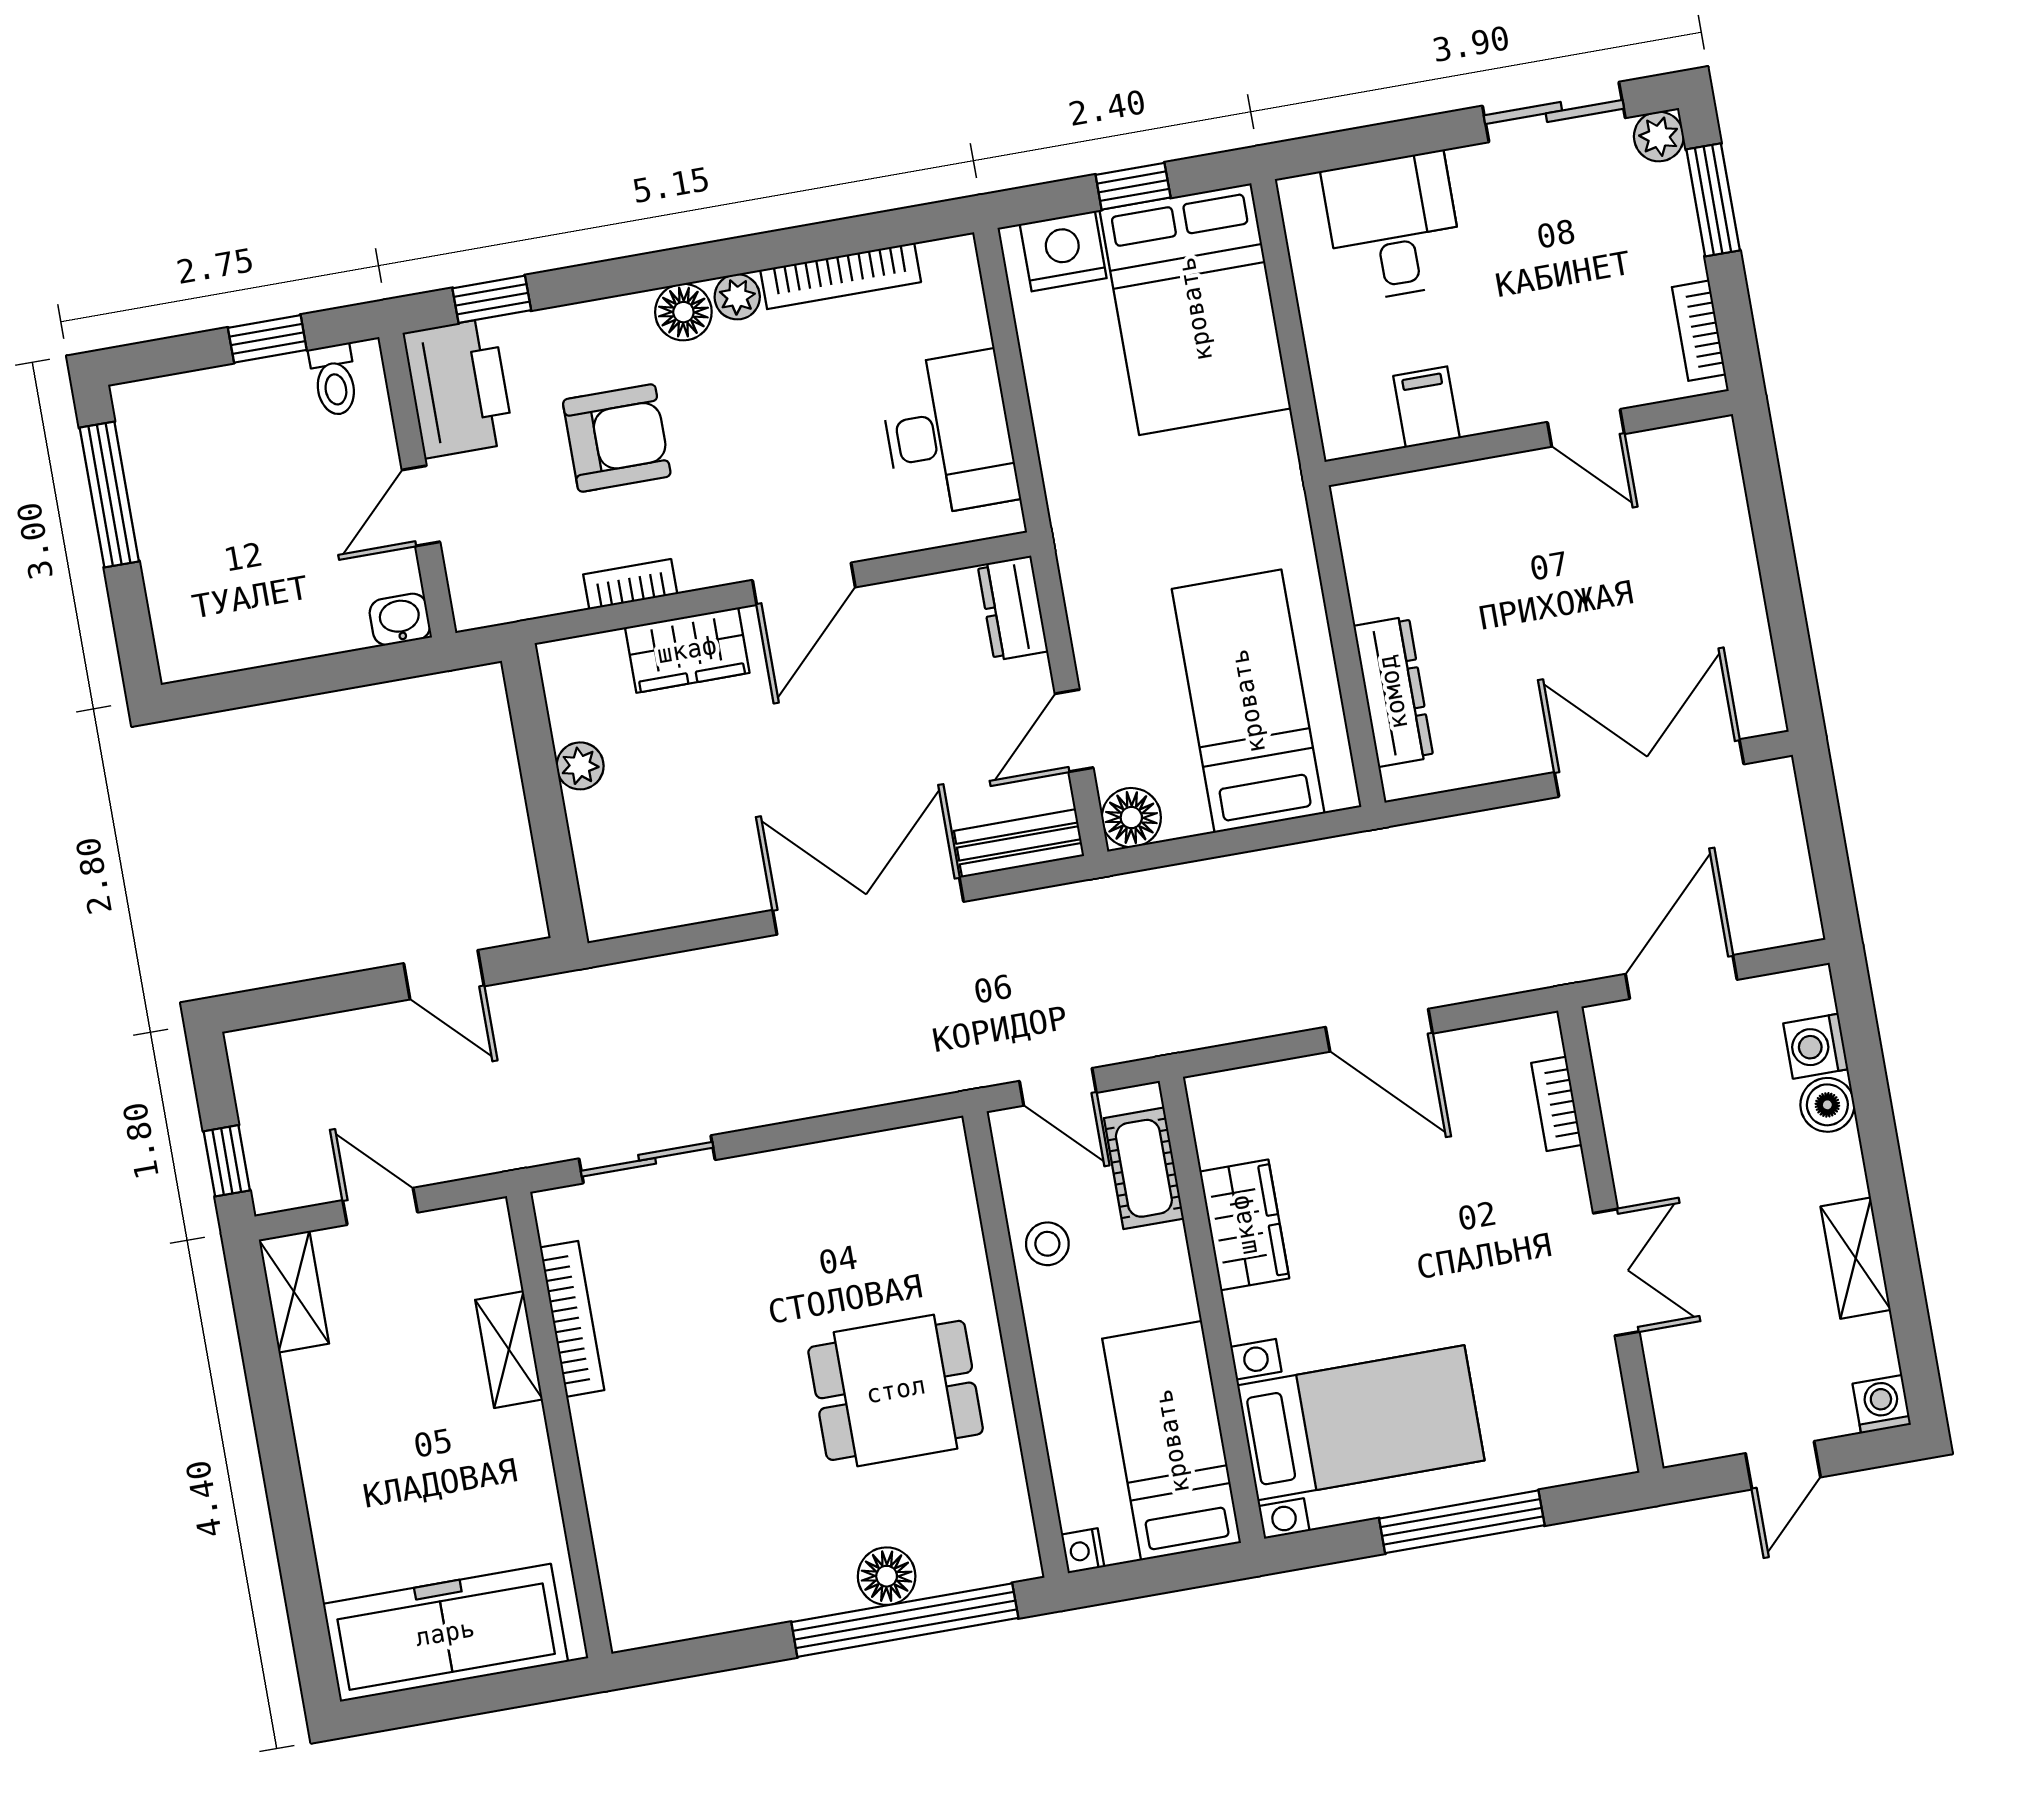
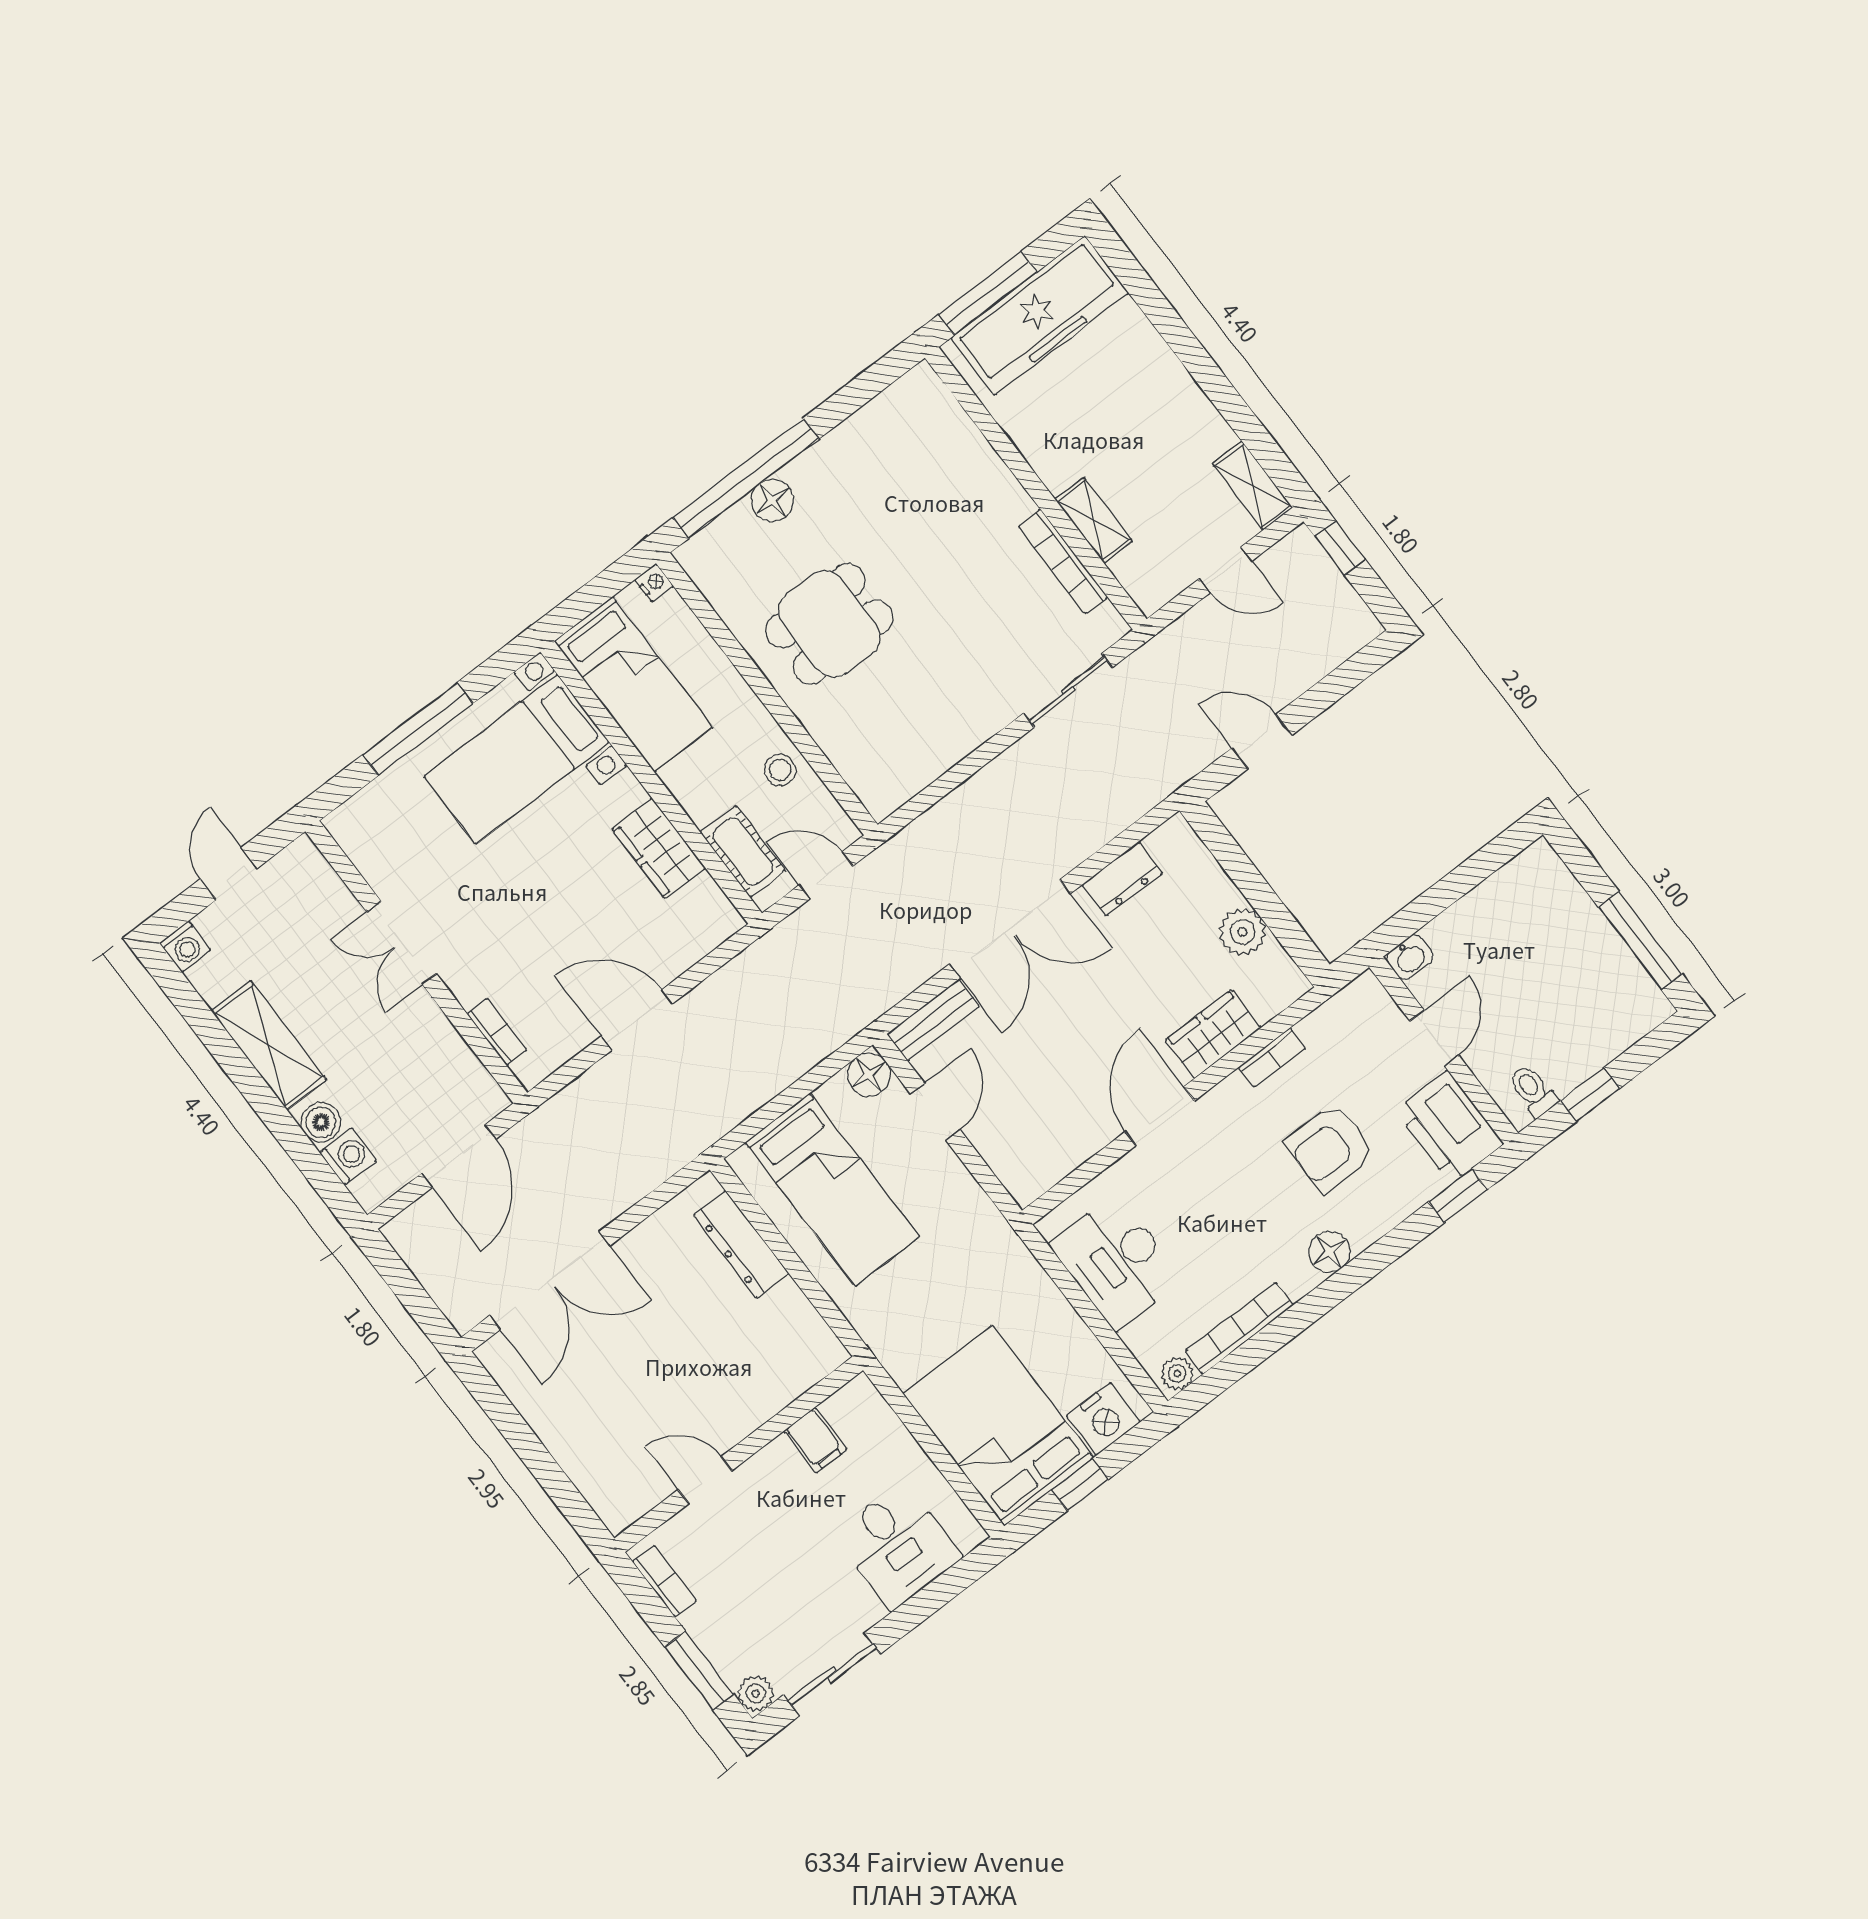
plant: (737, 297) -> (1177, 1373), moved
dresser: (1013, 608) -> (1122, 879), moved, turned 90
plant: (580, 766) -> (1243, 932), width x1.38, depth x1.38
shelving: (1856, 1258) -> (269, 1045), width x1.50, depth x1.33
window: (494, 1692) -> (988, 293), added

